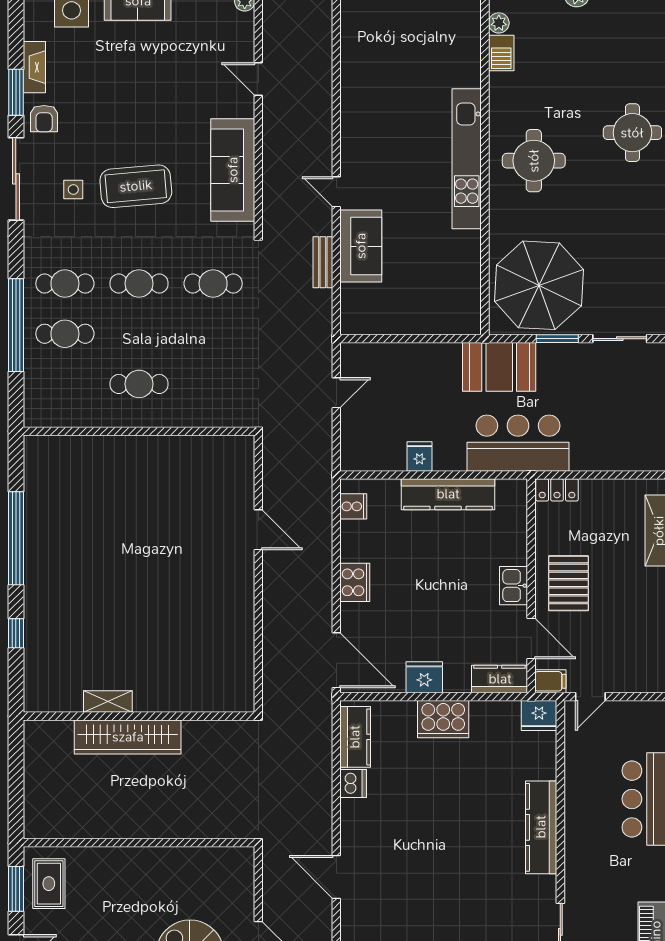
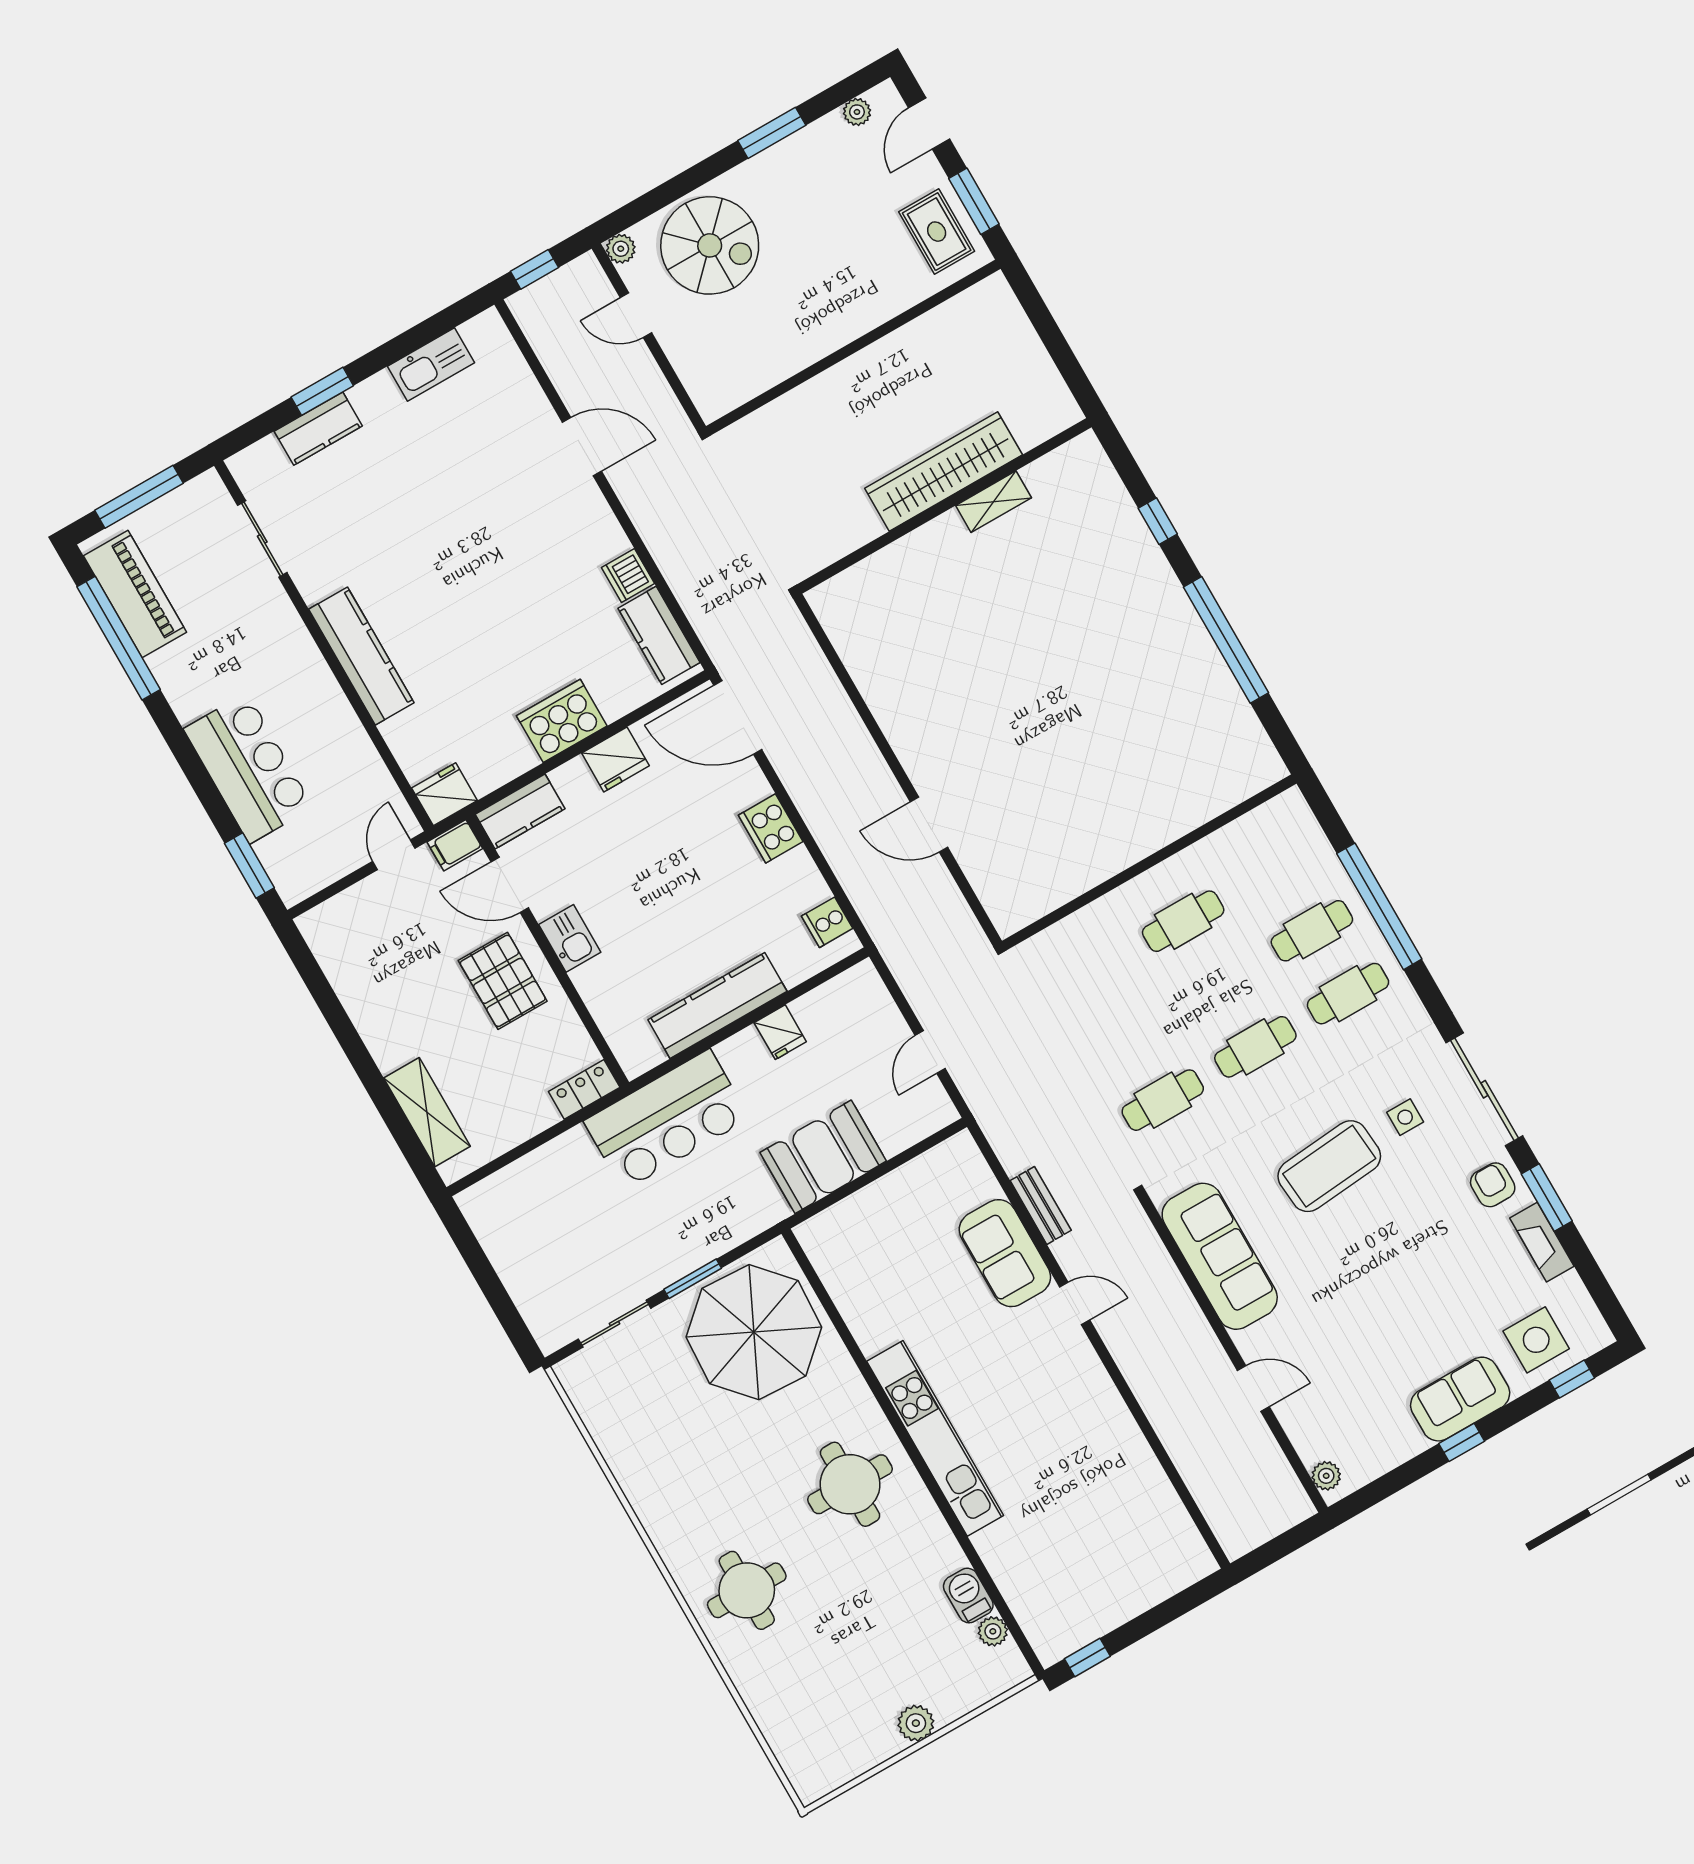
booth: (499, 367) -> (823, 1157), moved

